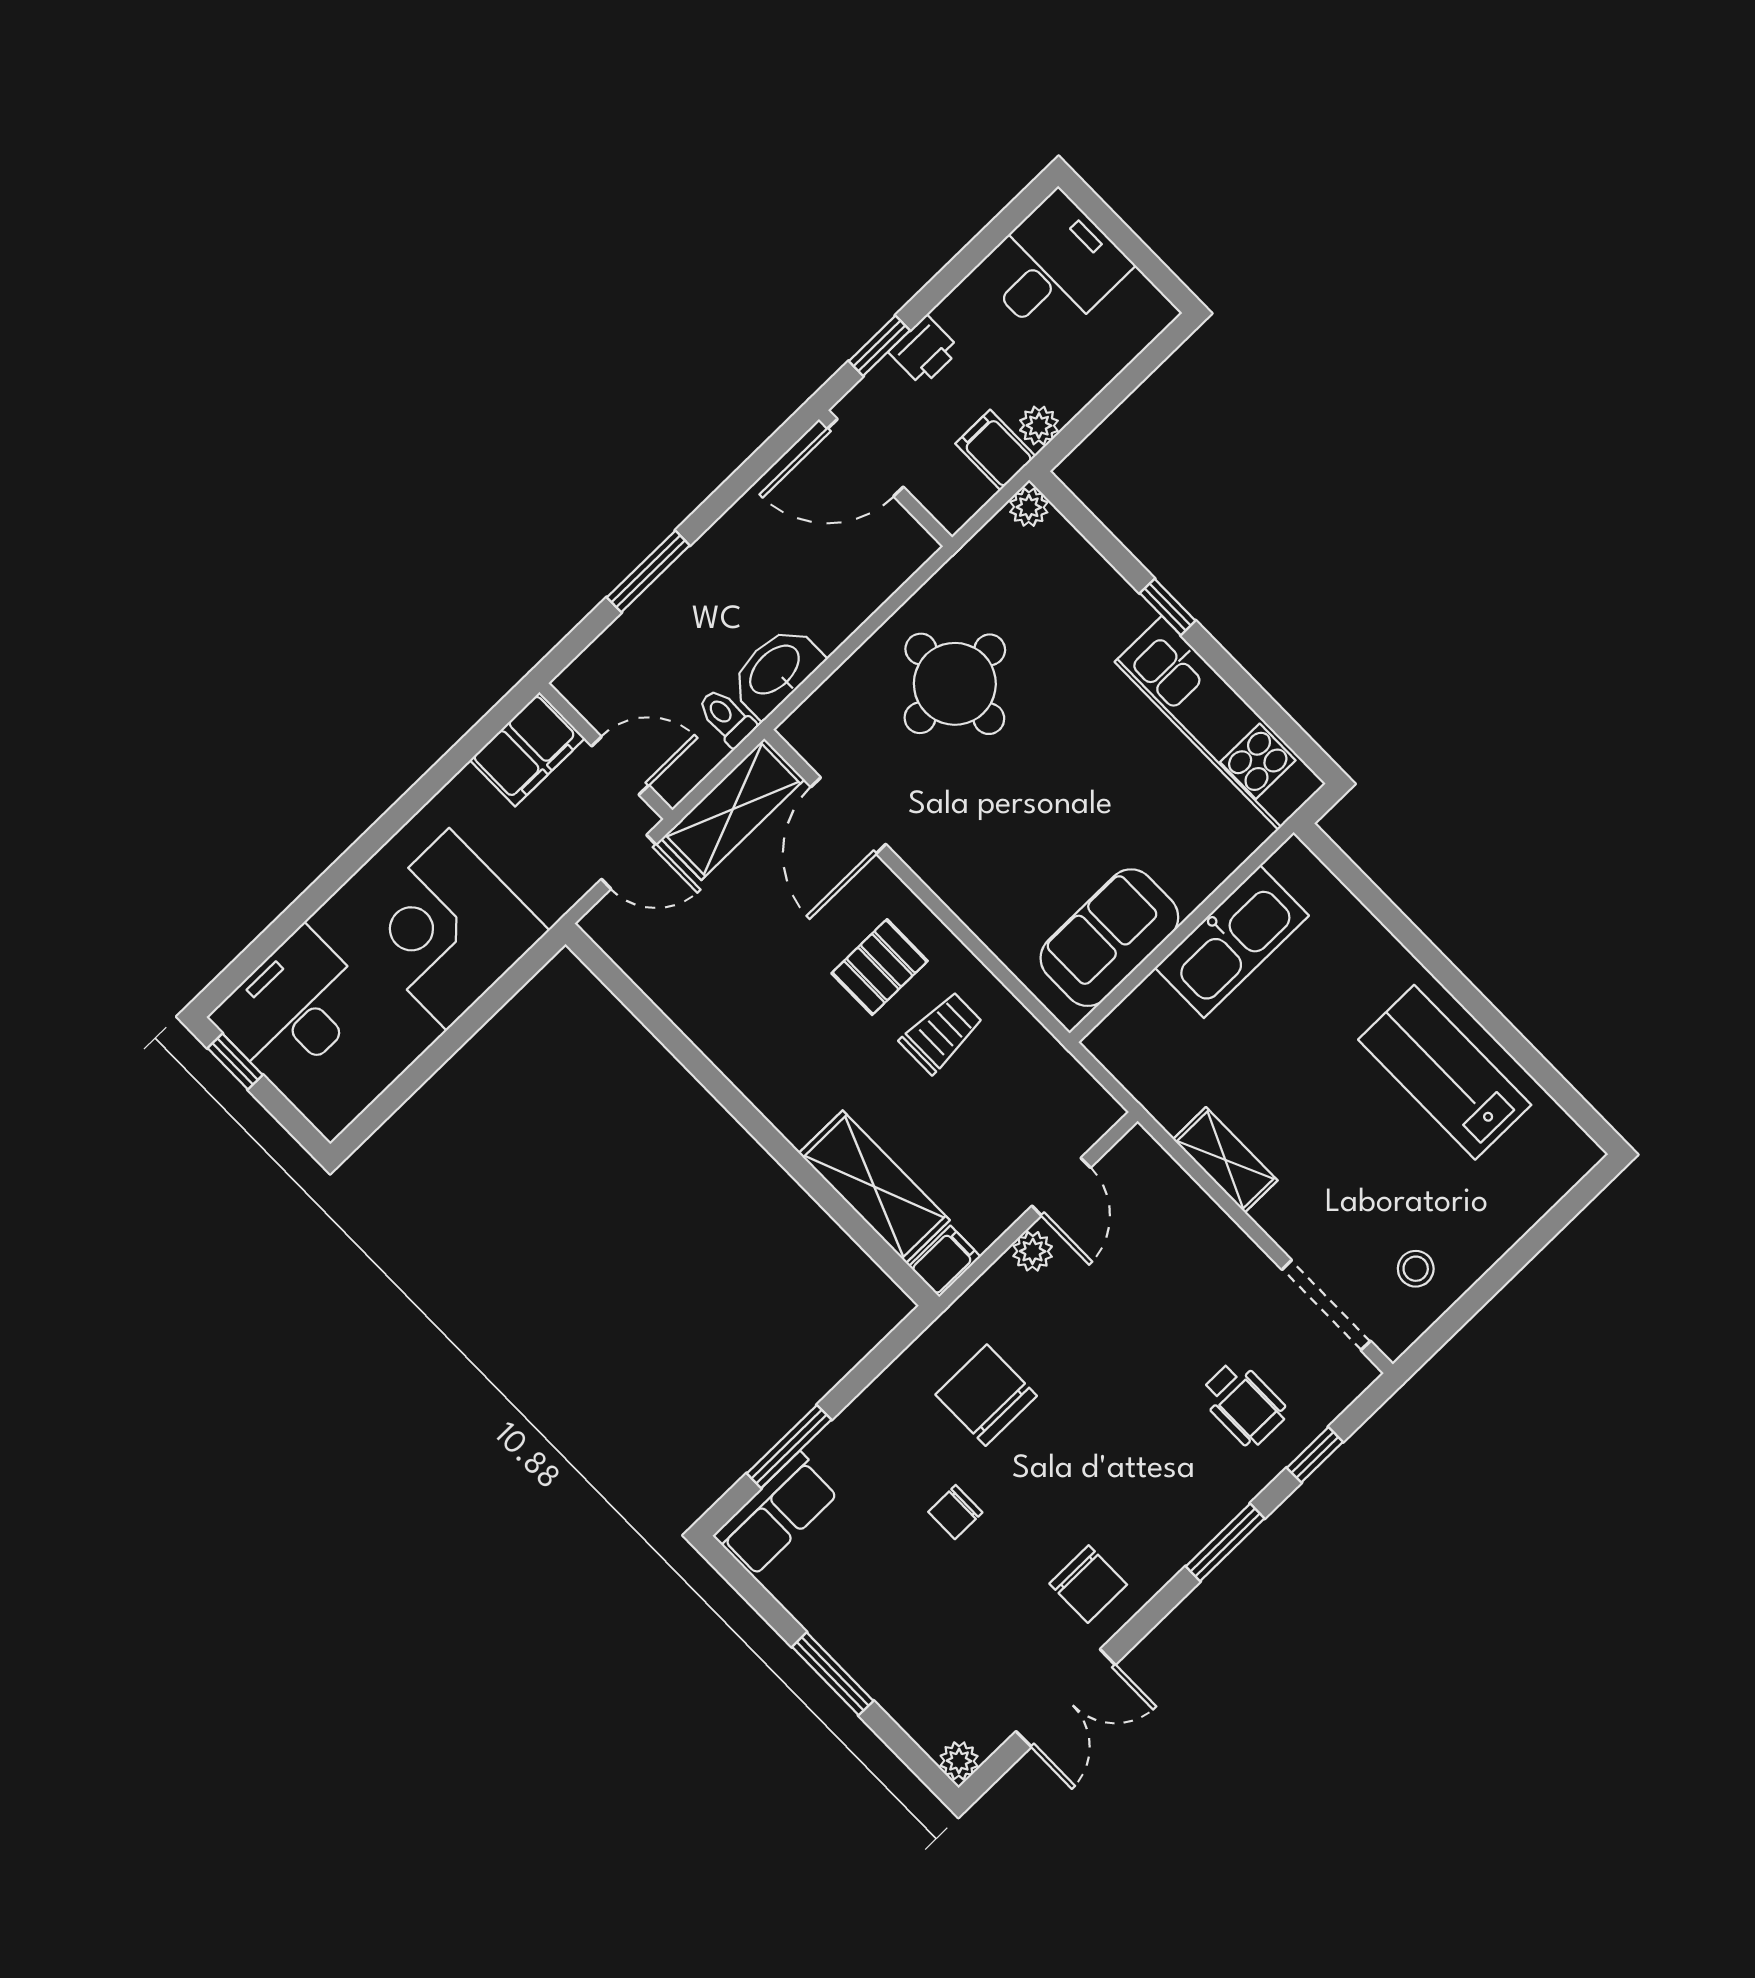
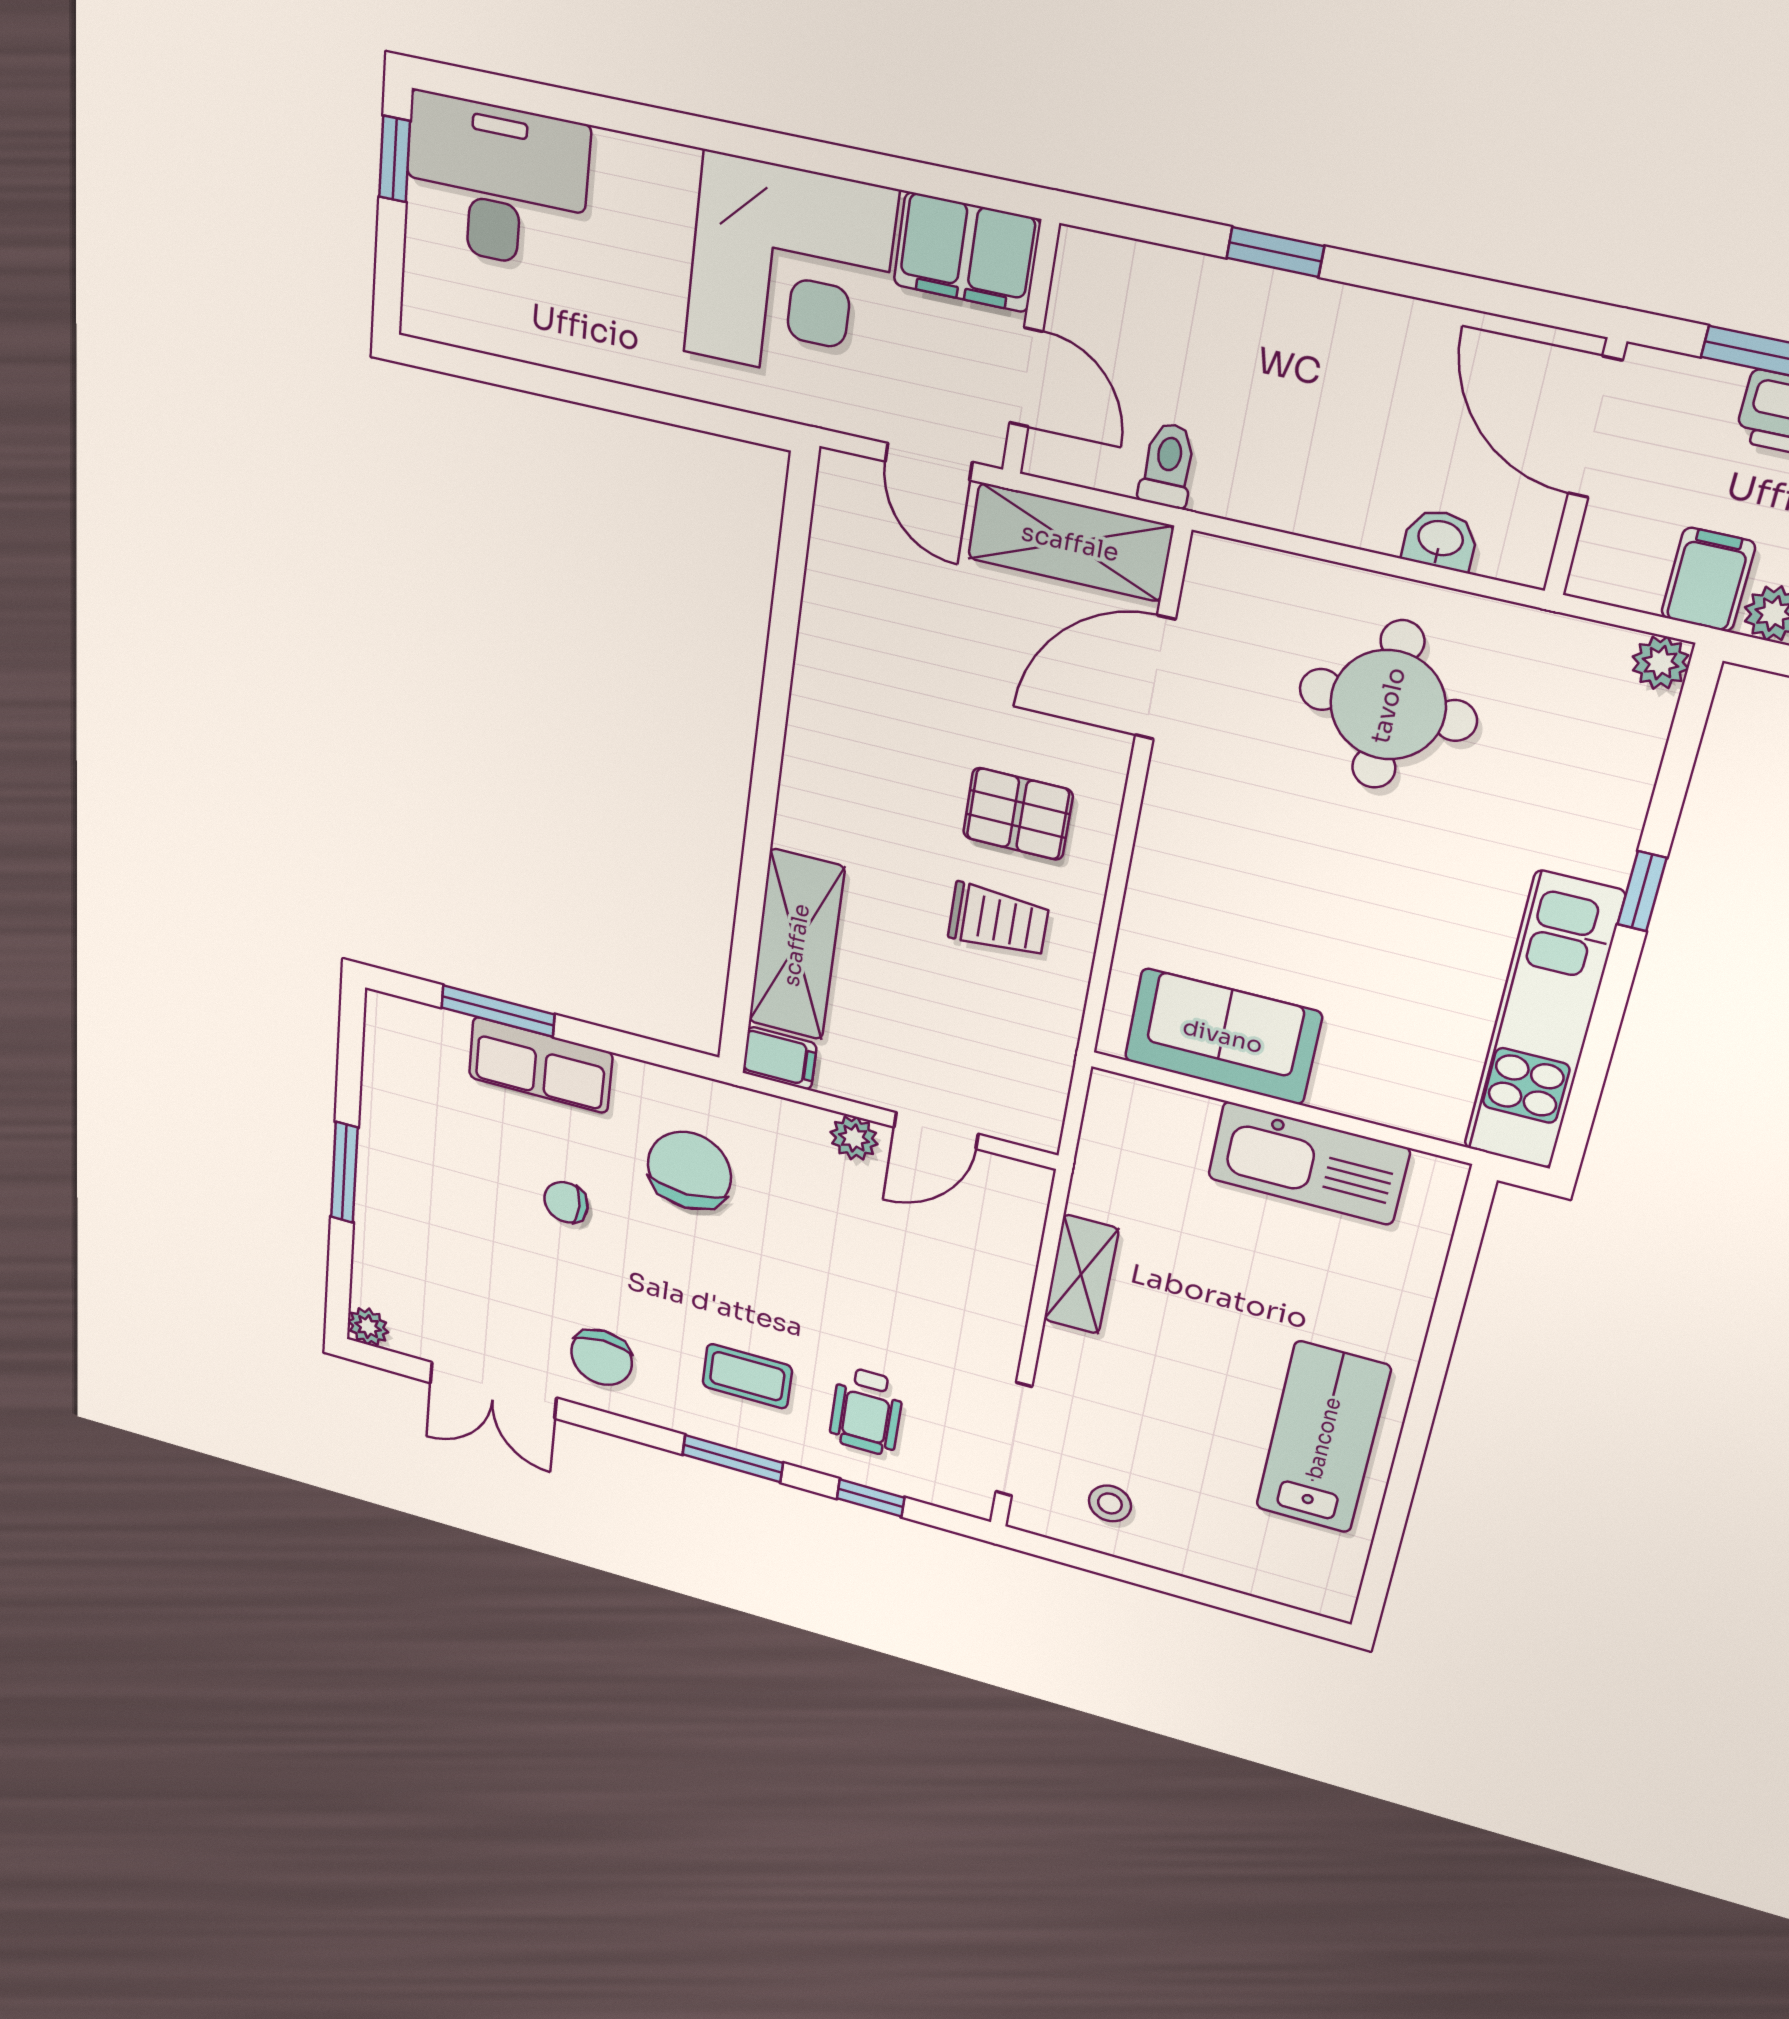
window: (648, 571) -> (1275, 252), width x0.67
washbasin: (776, 671) -> (1440, 540), moved, width x0.52, depth x0.69
corner desk: (448, 929) -> (790, 272), moved, turned 180
coffee table: (1166, 1477) -> (747, 1376), added
row of seats: (776, 1514) -> (540, 1065), moved

